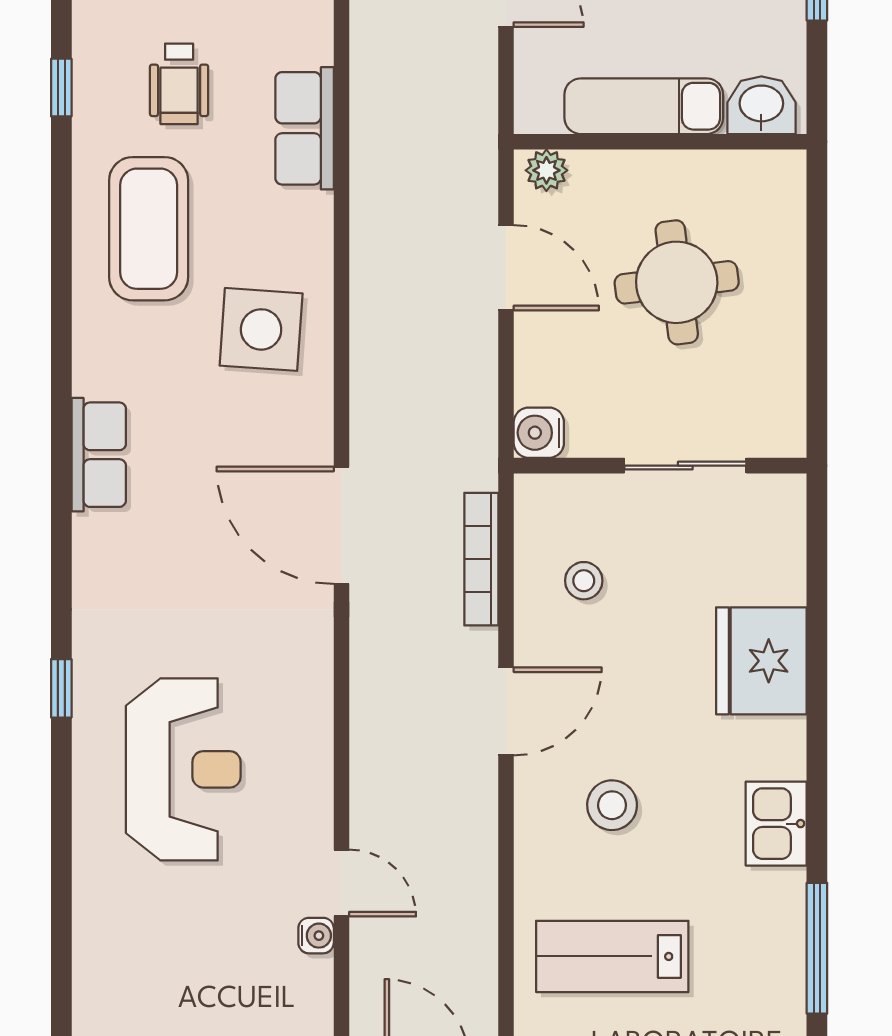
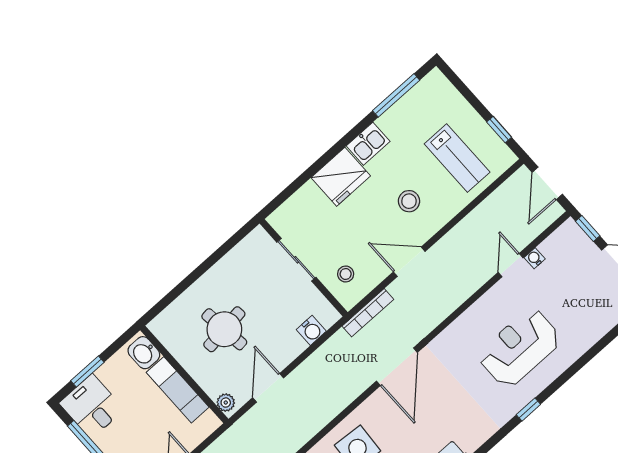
wall: (660, 466) -> (304, 268), moved
sliding door: (685, 466) -> (296, 260), moved
fridge: (761, 661) -> (341, 177), moved

